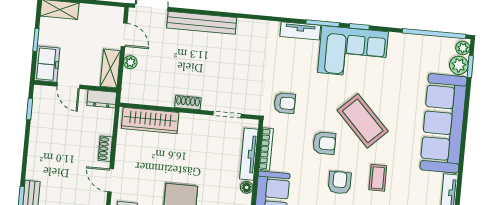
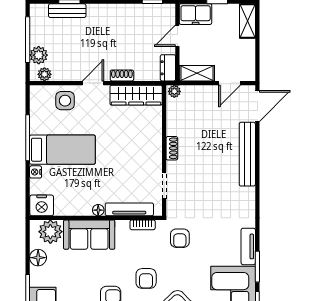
plant: (130, 62) -> (174, 91), moved
wardrobe: (150, 121) -> (136, 95), moved, turned -90
bookcase: (266, 149) -> (143, 225), width x0.64

